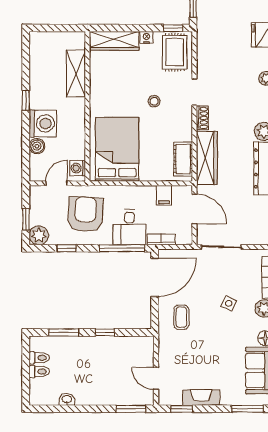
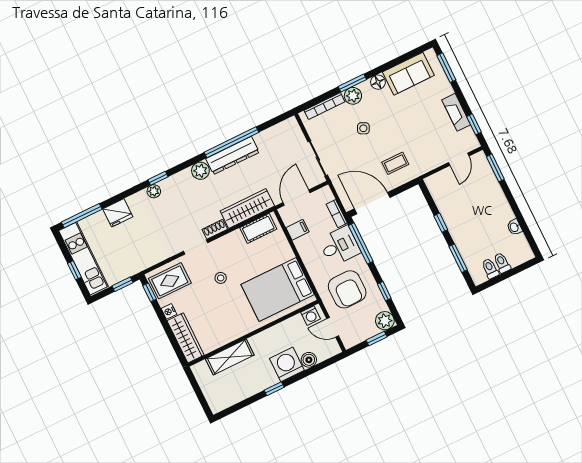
armchair: (85, 214) -> (347, 289), turned -93

